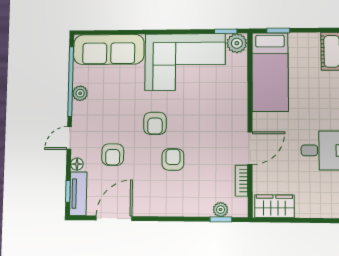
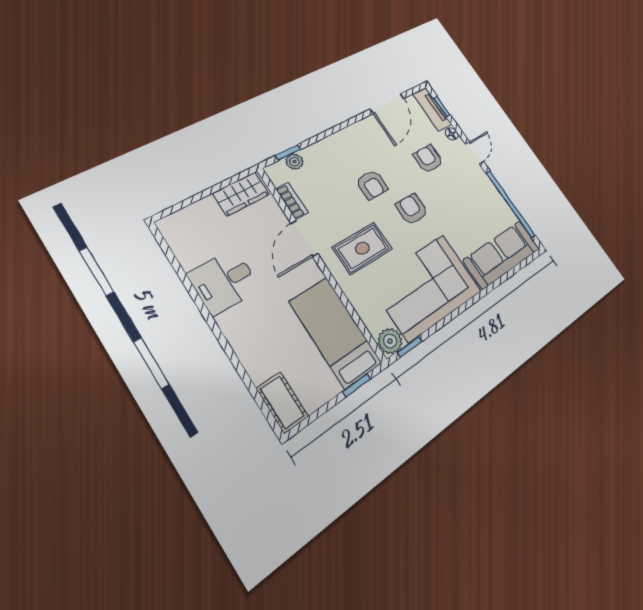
plant: (80, 93) -> (495, 198), removed
rug: (213, 117) -> (362, 248), added

